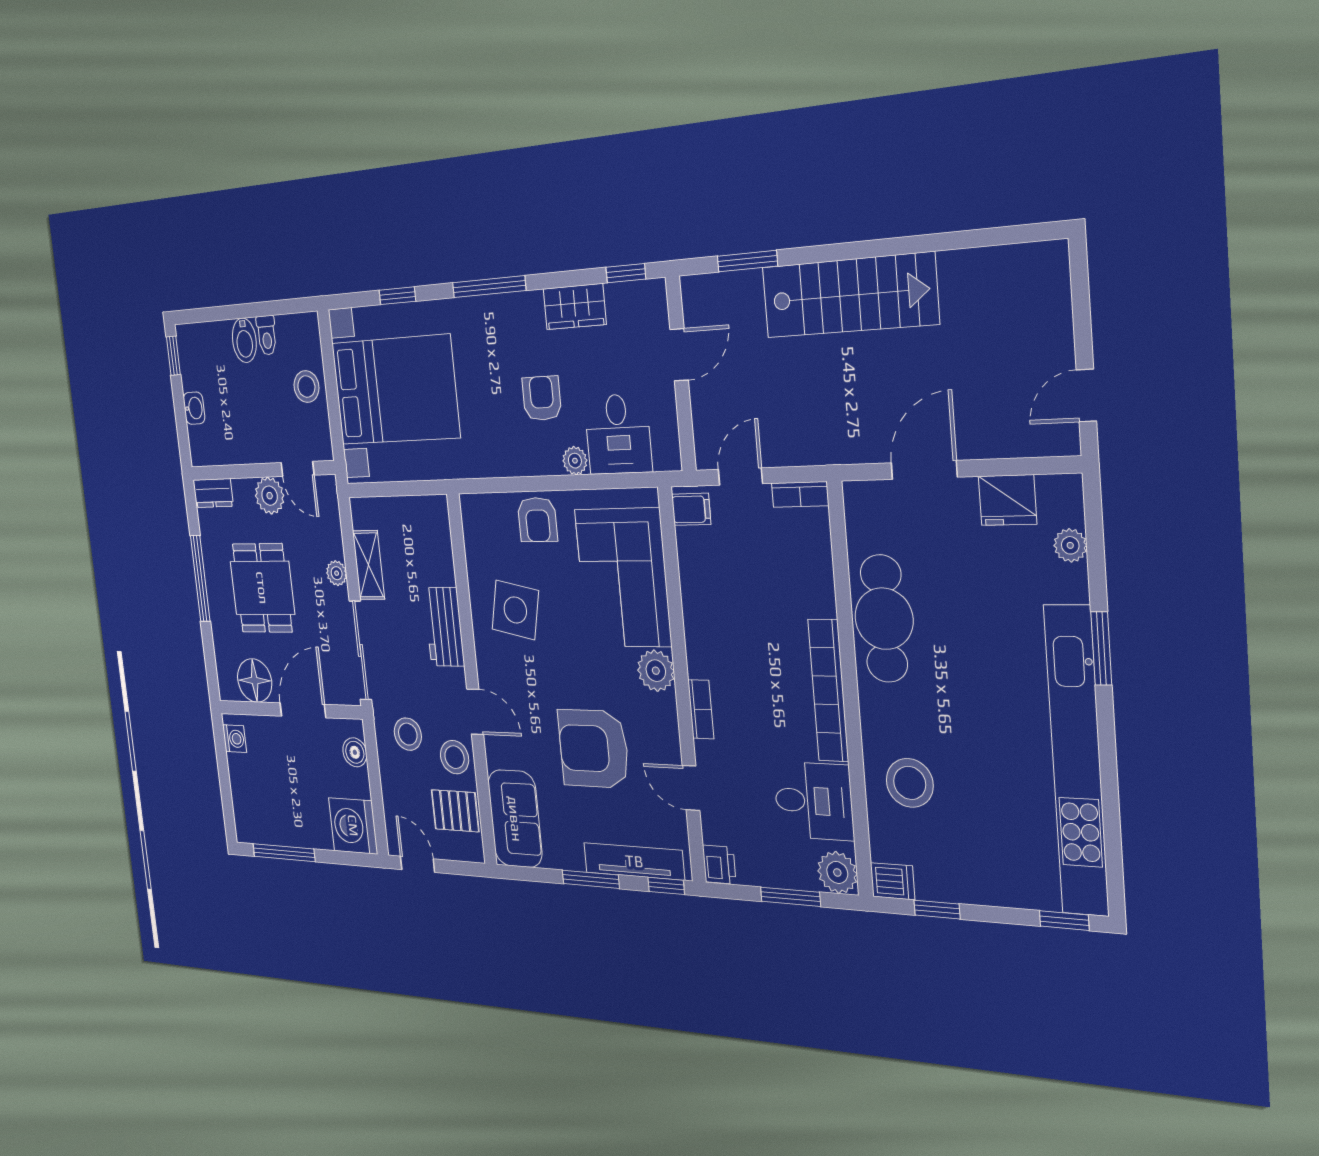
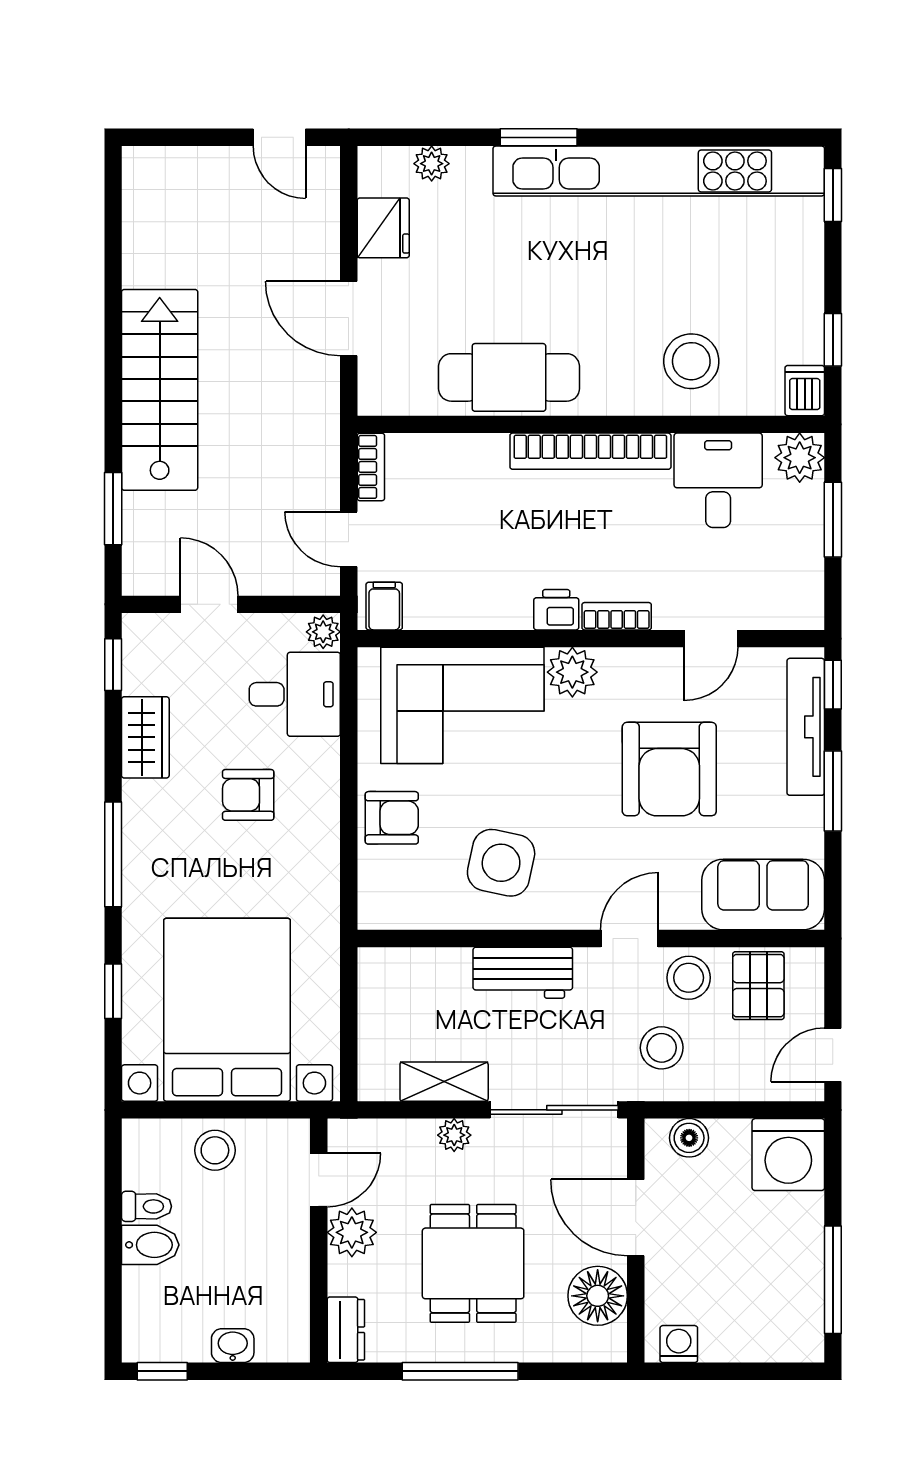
plant: (575, 461) -> (323, 632), moved
dining table: (262, 588) -> (473, 1263), turned 90
printer: (719, 865) -> (556, 610), moved

